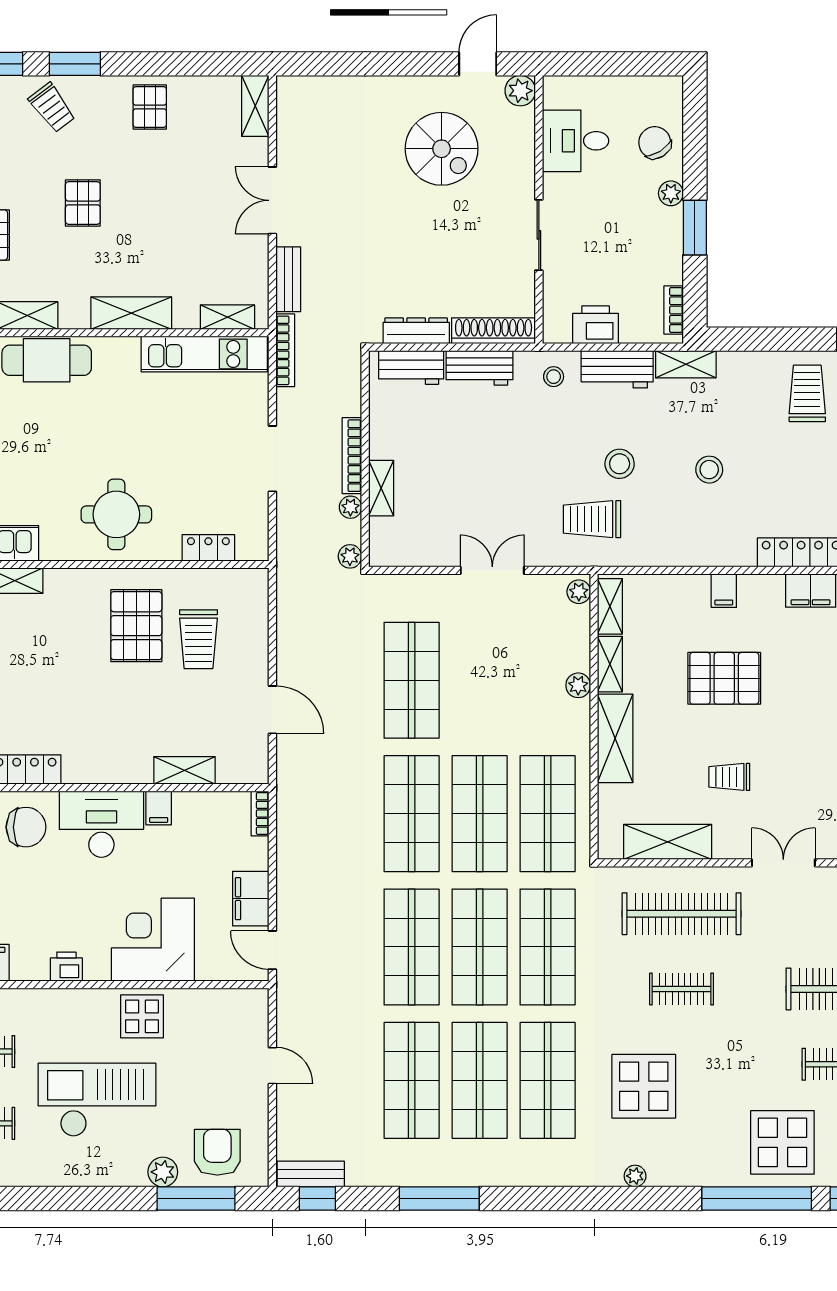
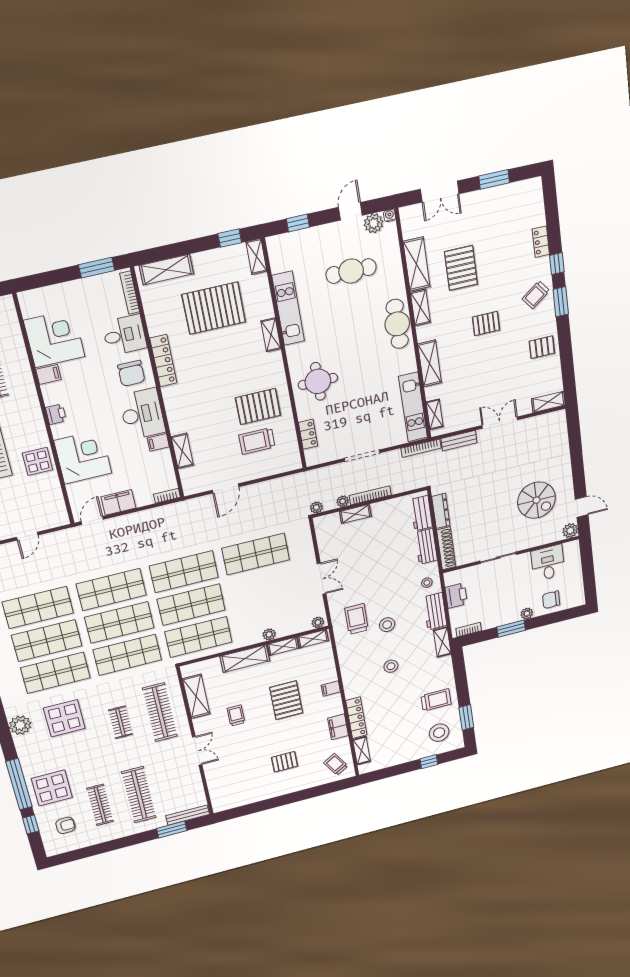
chair: (655, 143) -> (551, 600), turned -148
spiral stairs: (442, 149) -> (536, 500), turned -90
plant: (635, 1176) -> (20, 725), width x1.87, depth x1.87

